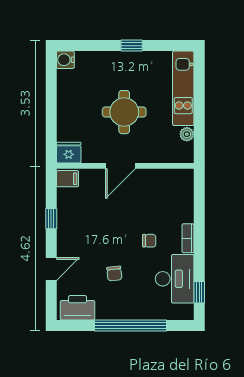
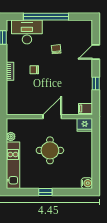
desk: (175, 279) -> (27, 32), moved, turned 90
printer: (78, 308) -> (79, 28), removed

